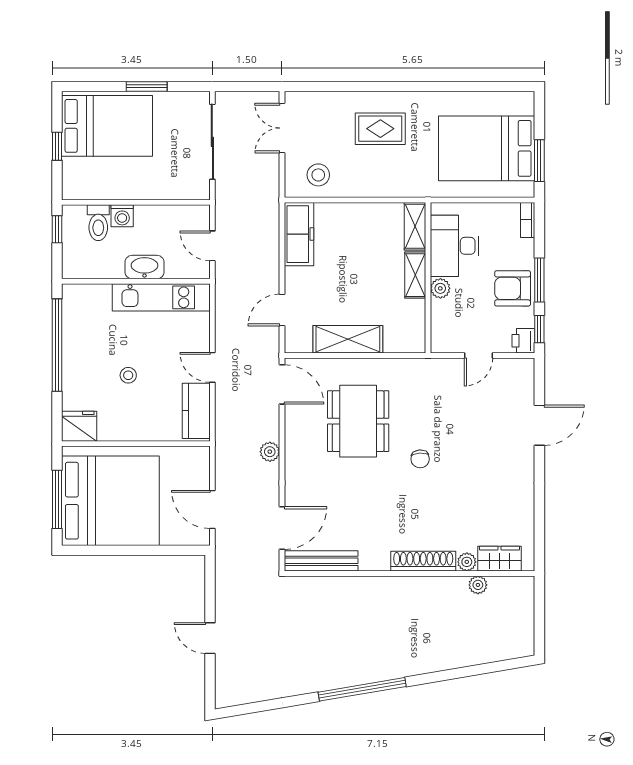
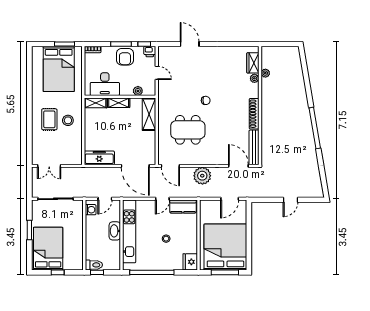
stool: (318, 175) -> (68, 120), moved
washing machine: (122, 216) -> (91, 210), moved
toilet: (98, 223) -> (94, 265), moved
plant: (440, 288) -> (138, 91), moved
kitchen unit: (161, 297) -> (129, 231), width x1.36
door: (282, 310) -> (135, 166), width x1.88
shelving: (348, 339) -> (149, 114), moved
door: (282, 384) -> (170, 166), swing flipped
plant: (270, 452) -> (202, 176), width x1.87, depth x1.87
shoe rack: (423, 561) -> (254, 114), moved

